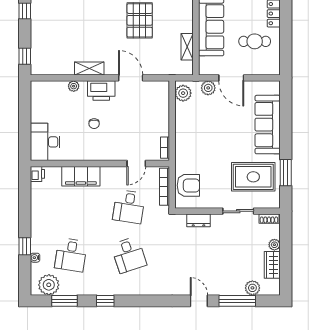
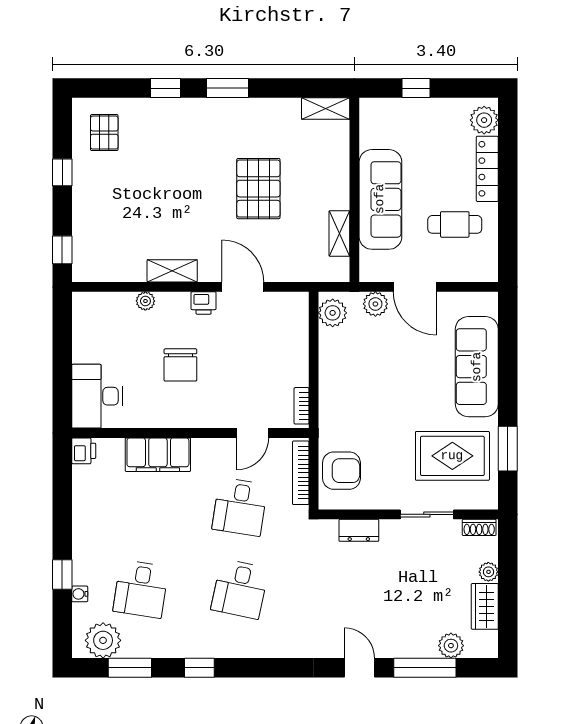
printer: (101, 91) -> (204, 303), width x0.53, depth x0.68
chair: (94, 124) -> (180, 365), width x1.87, depth x1.87
desk: (129, 255) -> (240, 589), turned 30

